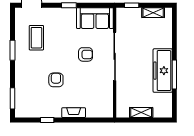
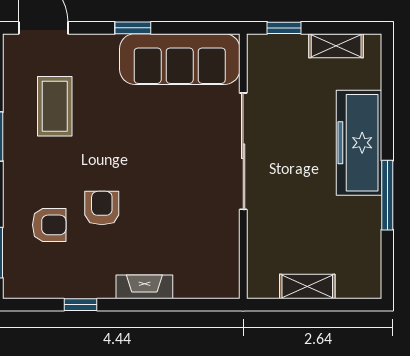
sofa: (95, 18) -> (180, 59), width x1.36
armchair: (85, 54) -> (49, 225), moved
freezer: (163, 71) -> (359, 143), moved

